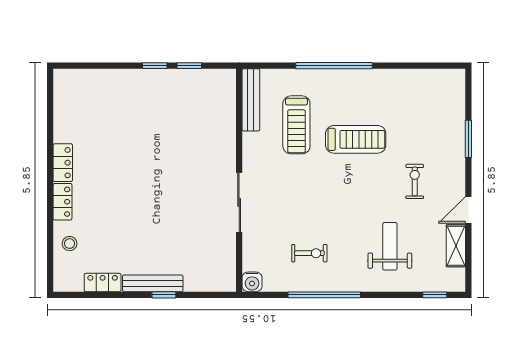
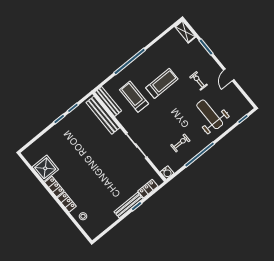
bench: (226, 114) -> (103, 115), added
shower: (72, 123) -> (45, 168), added
treadmill: (296, 125) -> (134, 97), turned 180
weight bench: (390, 246) -> (210, 114), width x1.36, depth x1.33
shelving: (456, 246) -> (185, 32), moved
locker: (103, 282) -> (148, 189), moved

